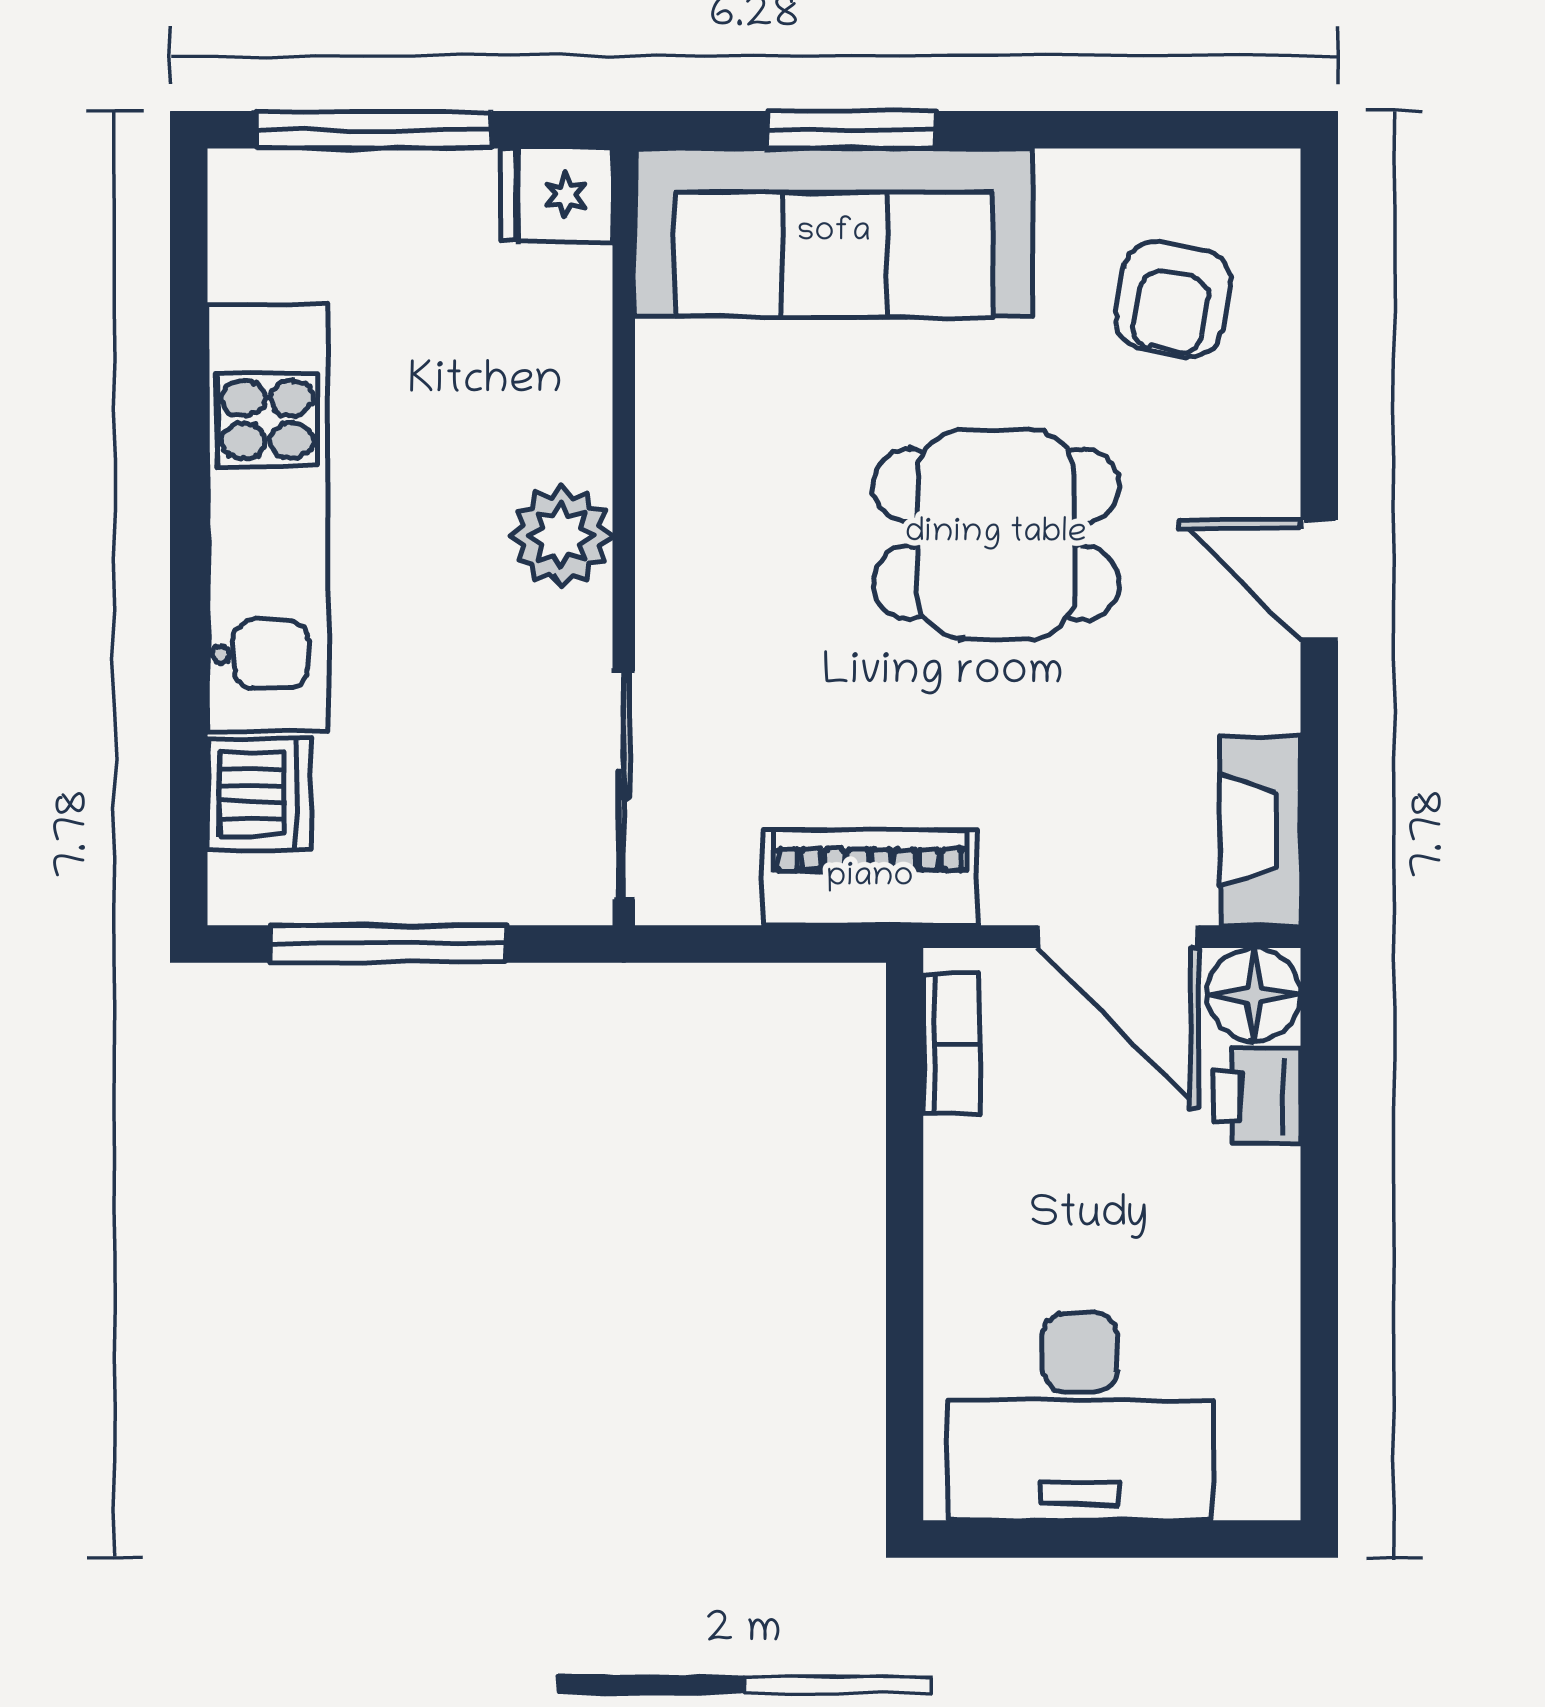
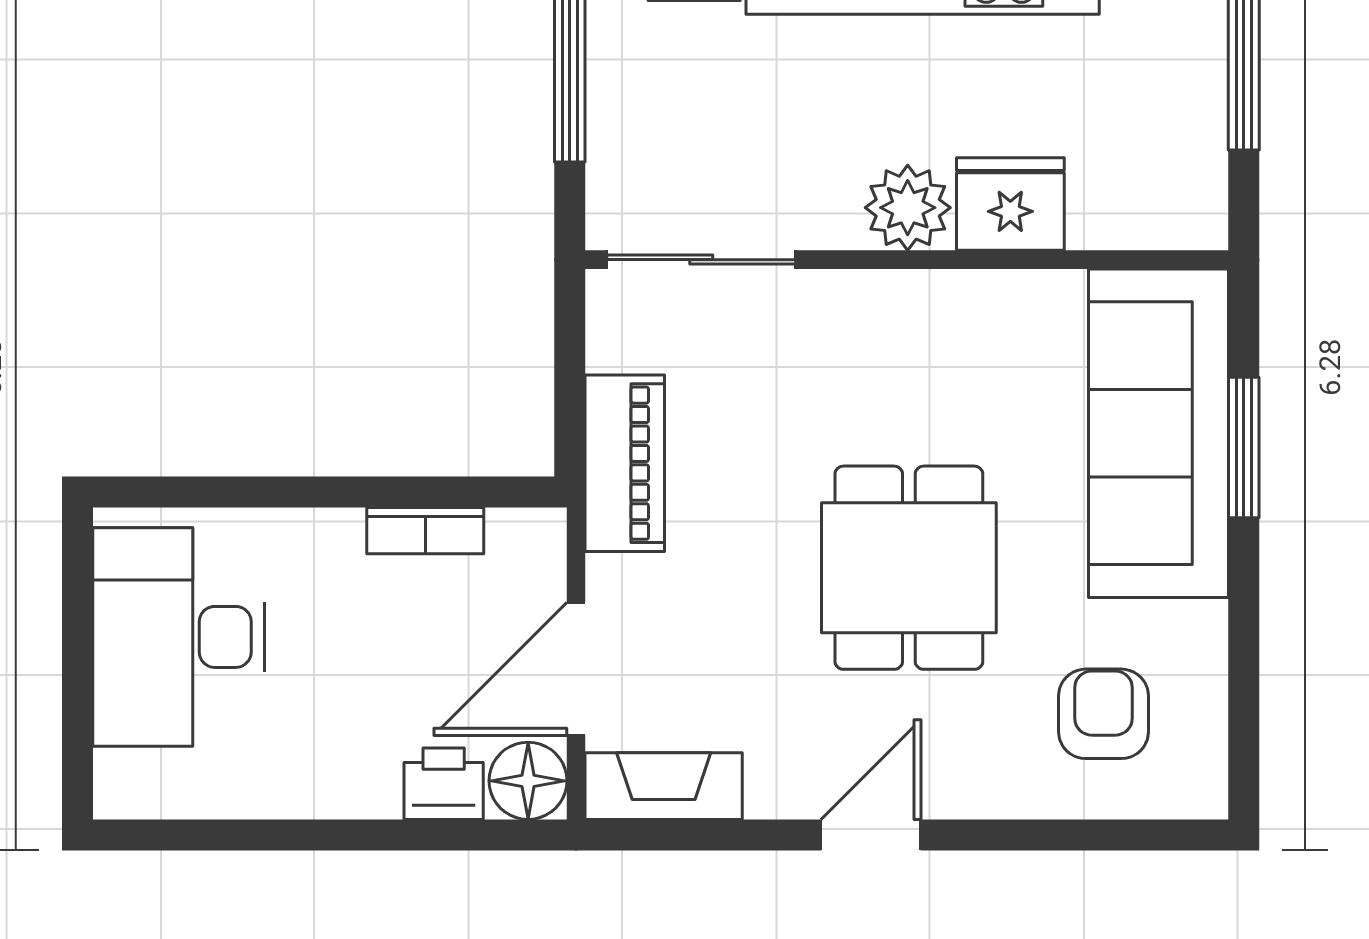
fridge: (557, 195) -> (1010, 204), moved, width x1.38
armchair: (1173, 299) -> (1103, 714), turned 80
bookcase: (951, 1044) -> (425, 531), moved

